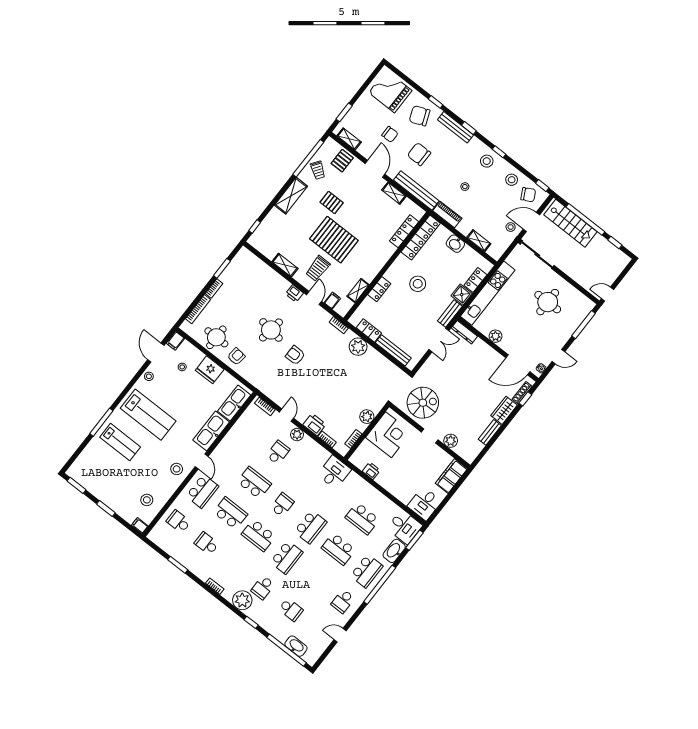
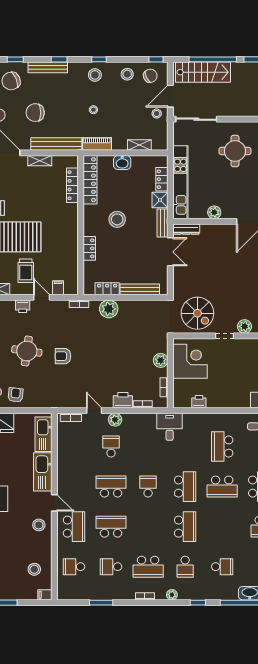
shelving: (358, 291) -> (73, 263), removed
spiral stairs: (423, 403) -> (197, 313), turned 90
school desk: (362, 518) -> (222, 447), turned 90
school desk: (258, 535) -> (148, 567), moved
plant: (242, 600) -> (172, 595), width x0.53, depth x0.53

